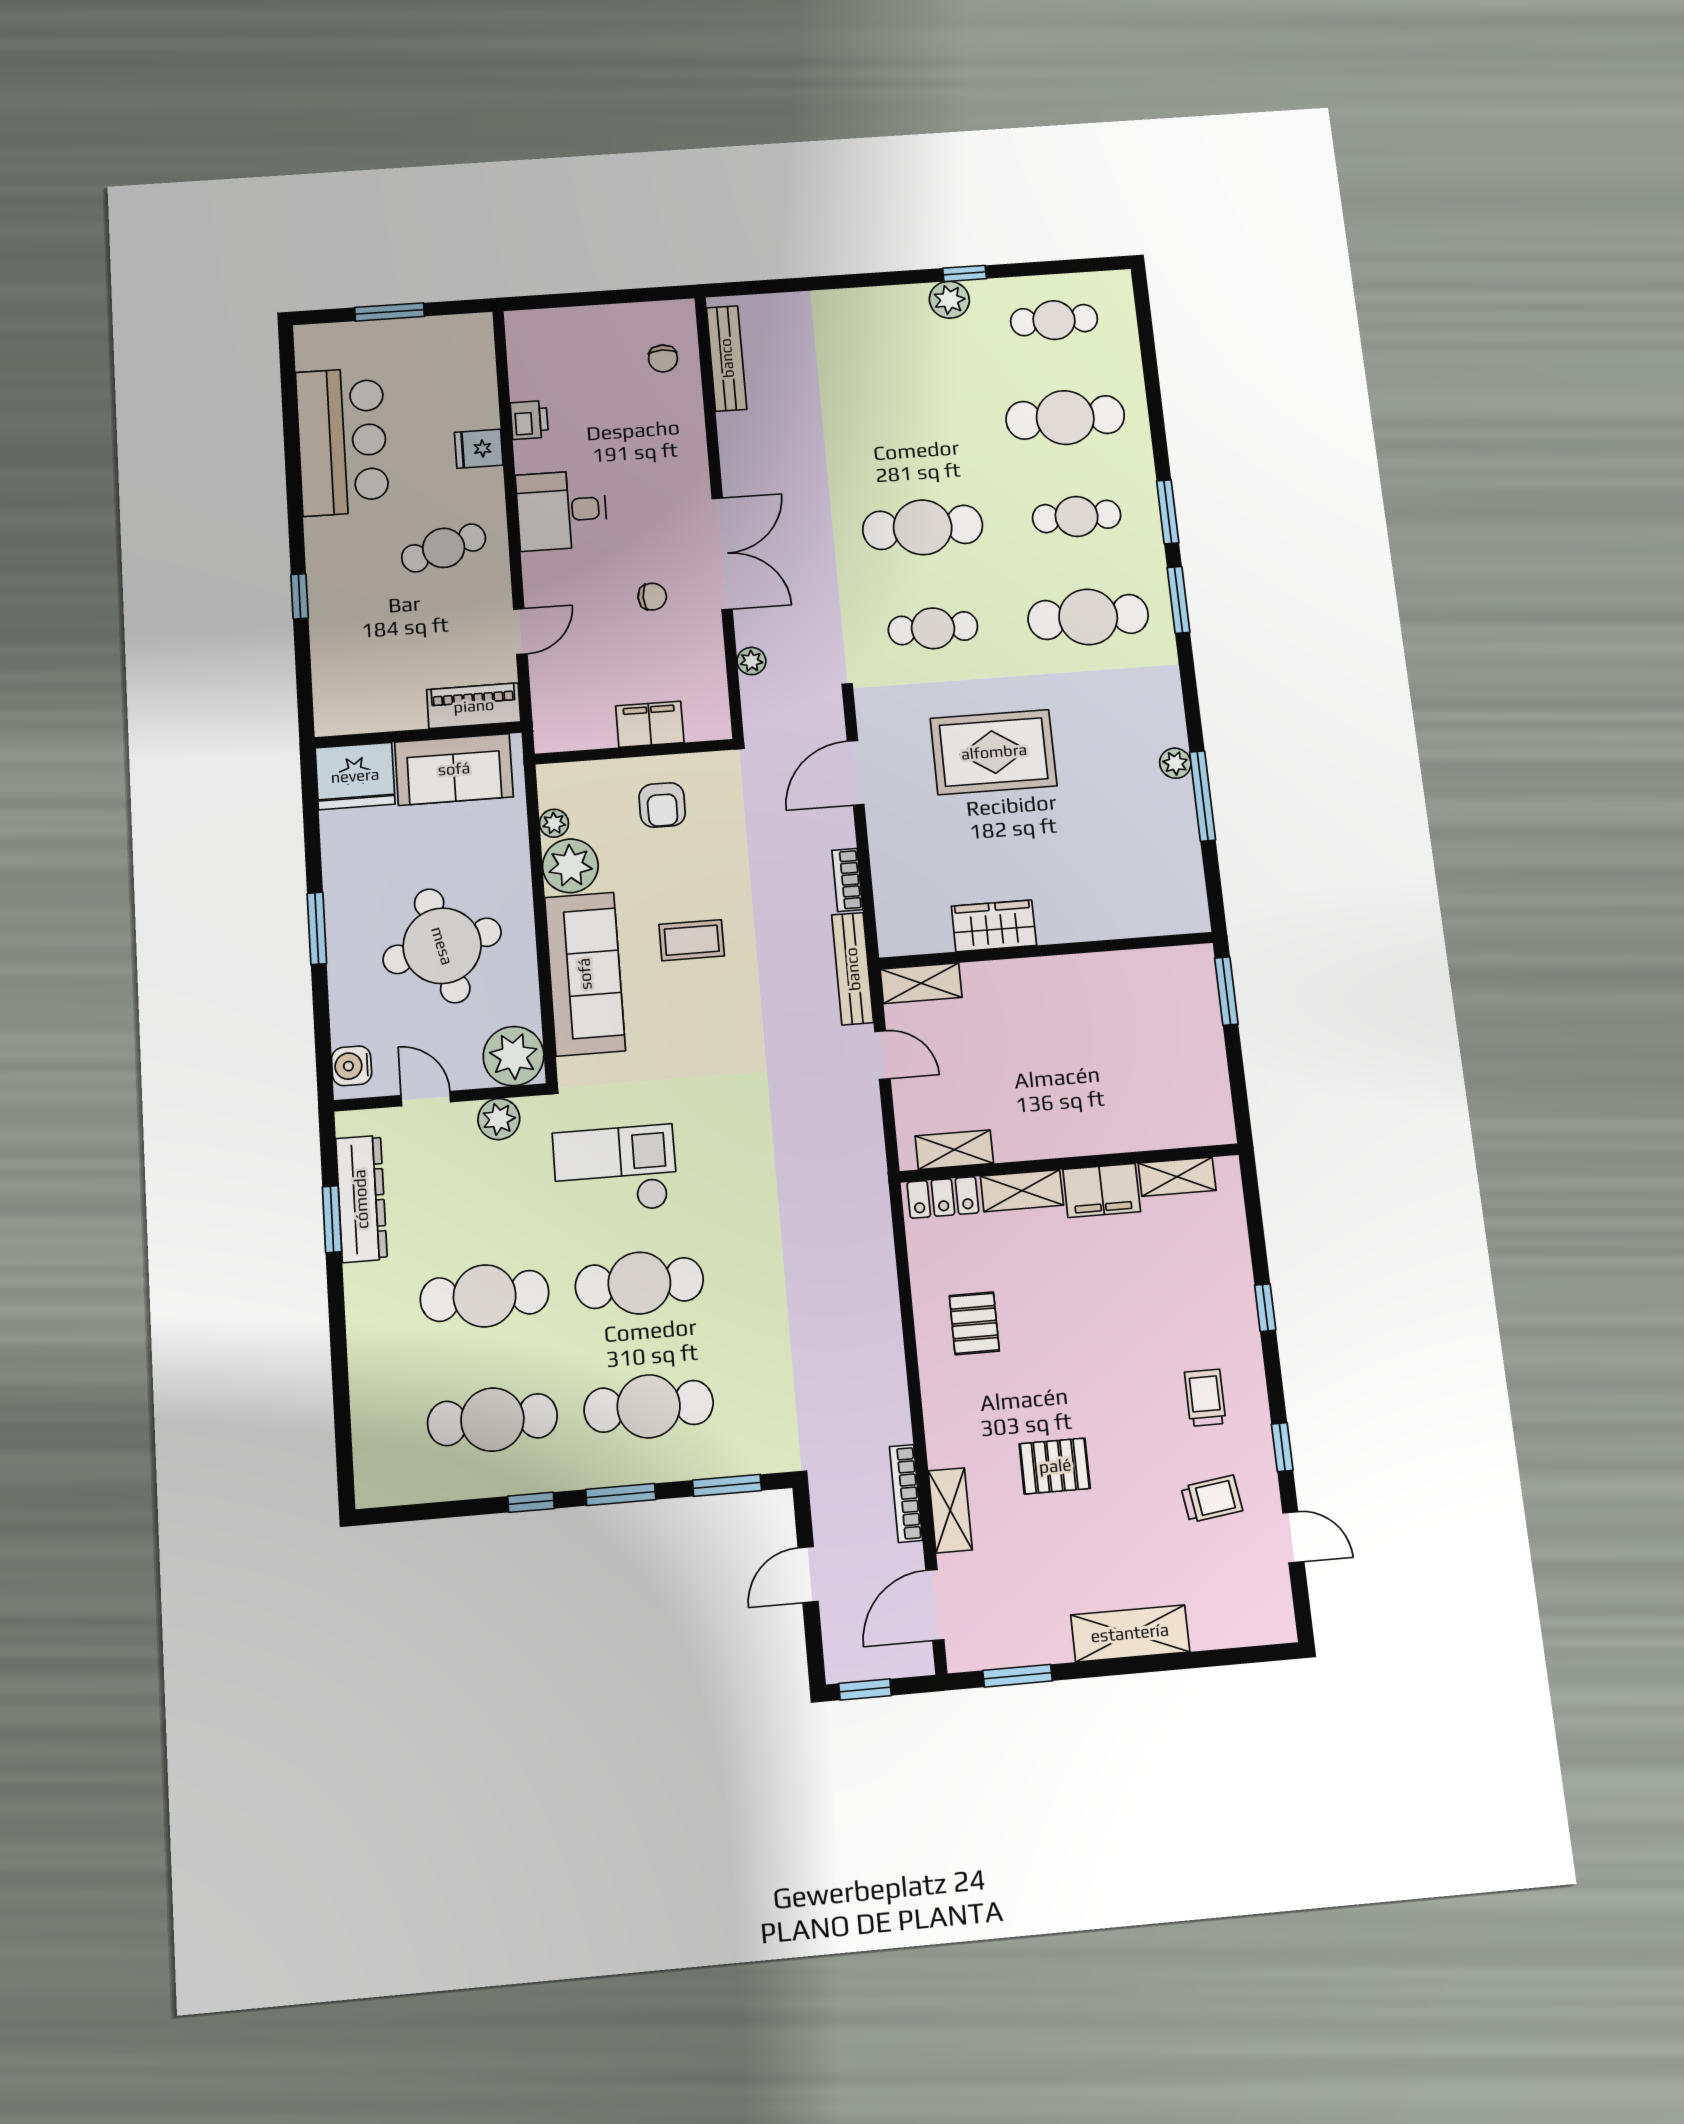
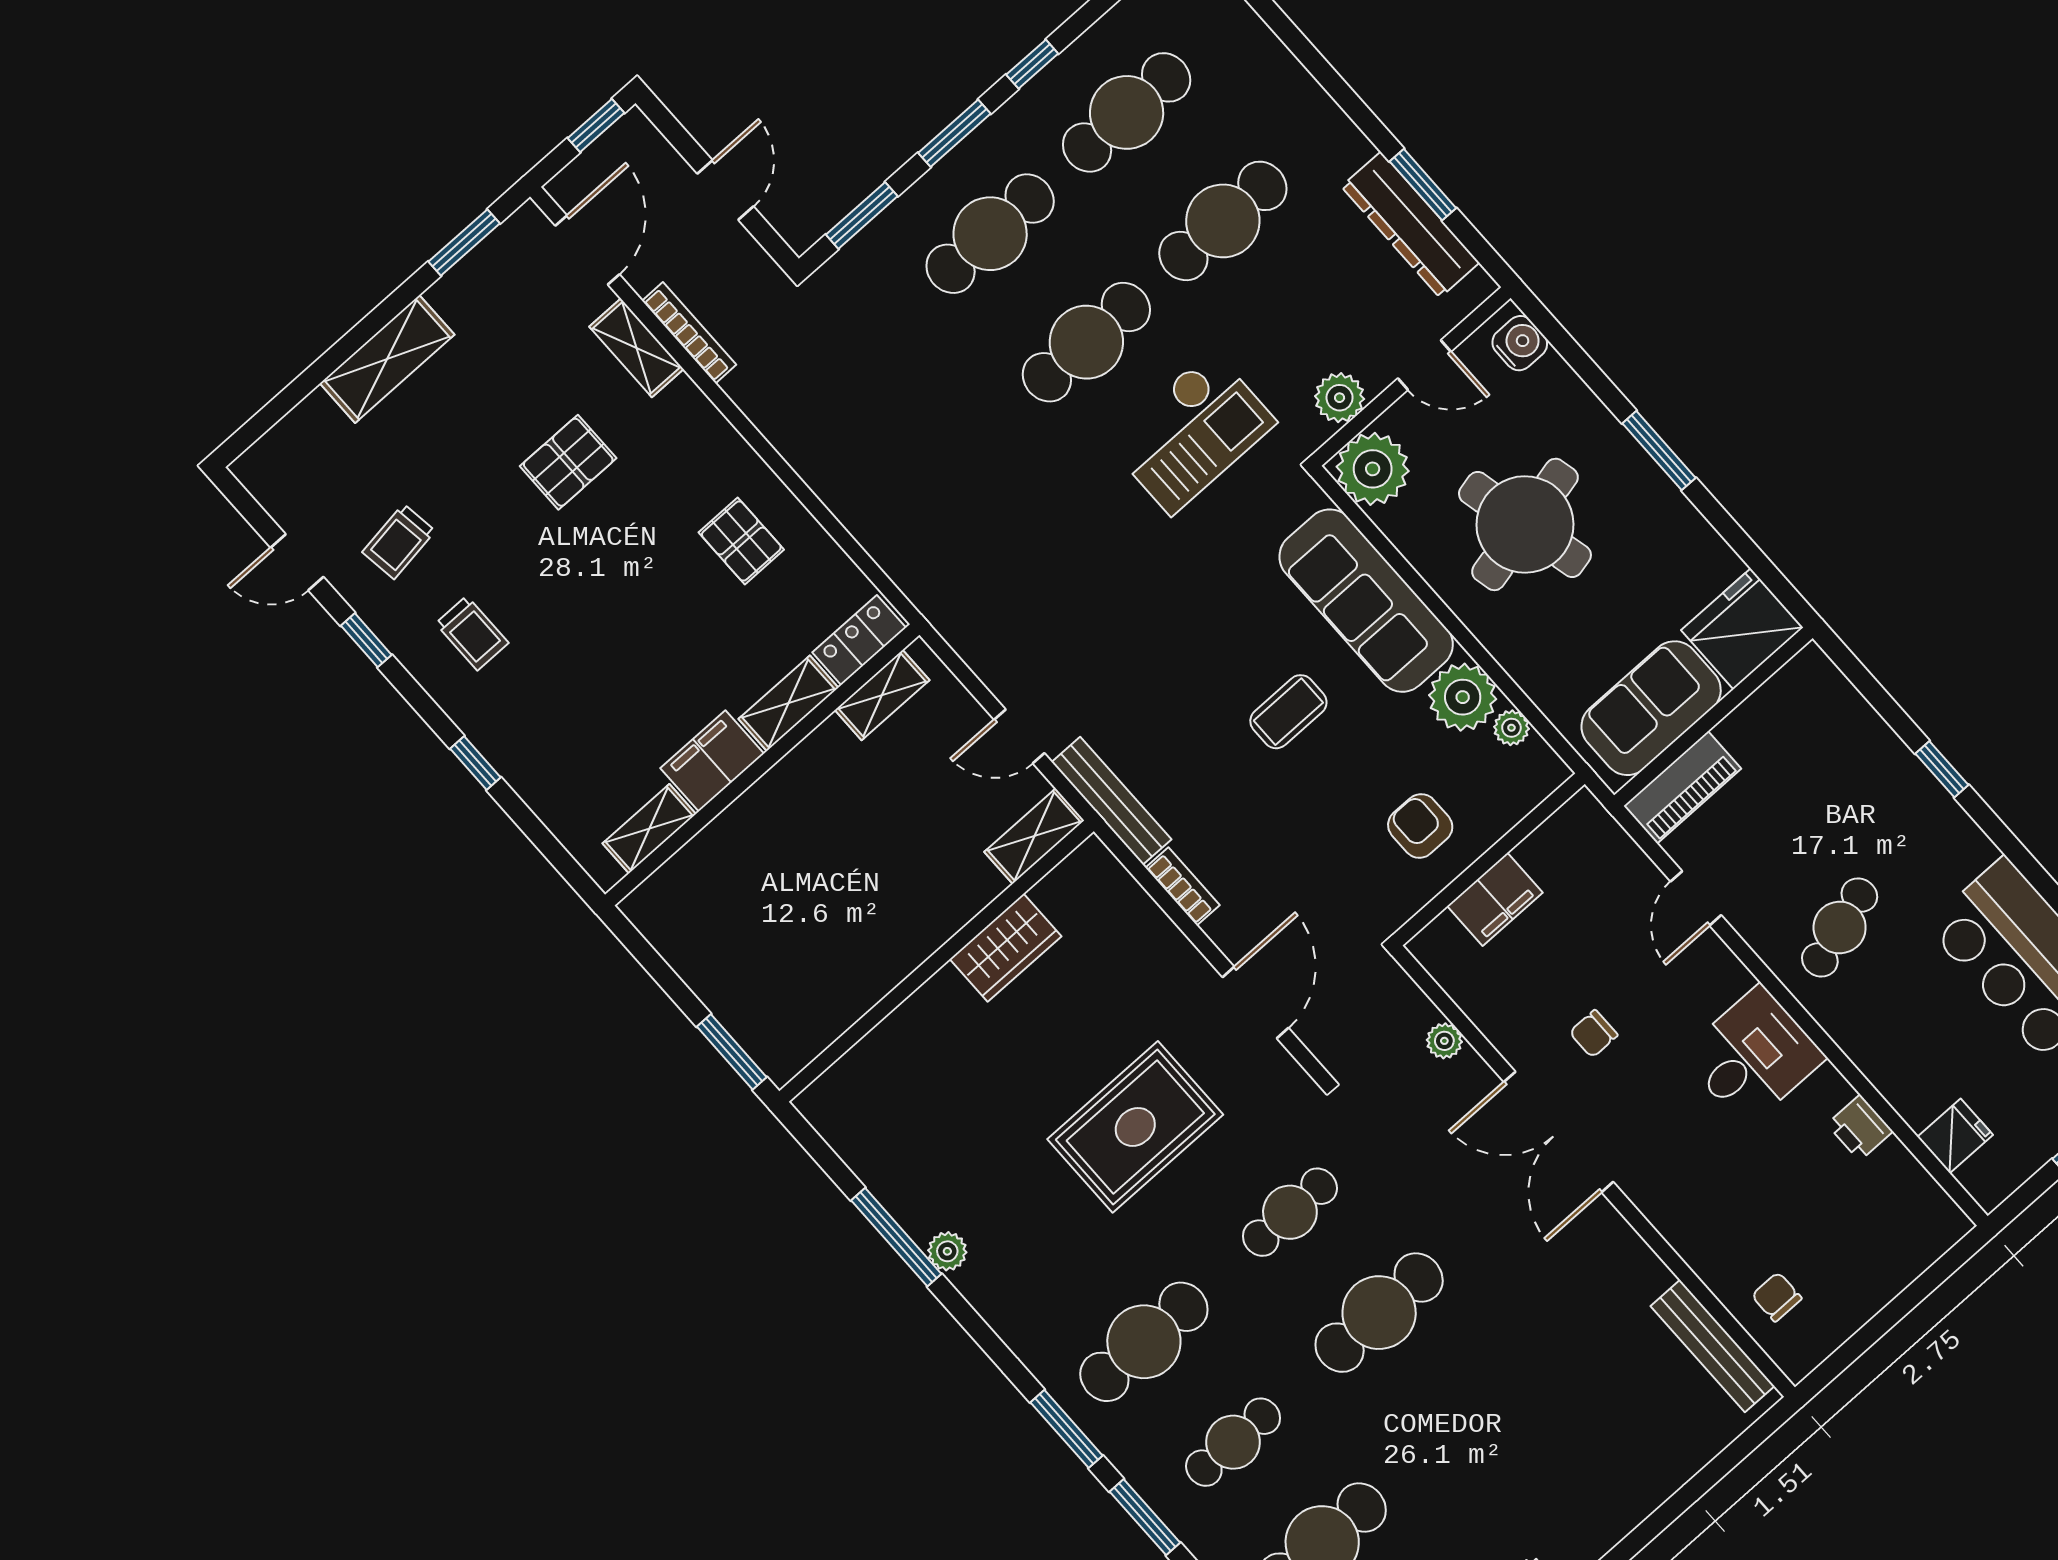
fridge: (479, 449) -> (1955, 1136), moved

